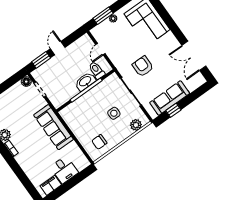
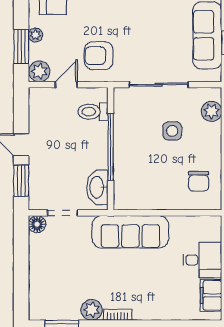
plant: (98, 32) -> (39, 71), added
door: (100, 49) -> (66, 85), swing flipped
armchair: (143, 66) -> (99, 56), moved
washbasin: (85, 81) -> (97, 187), moved

